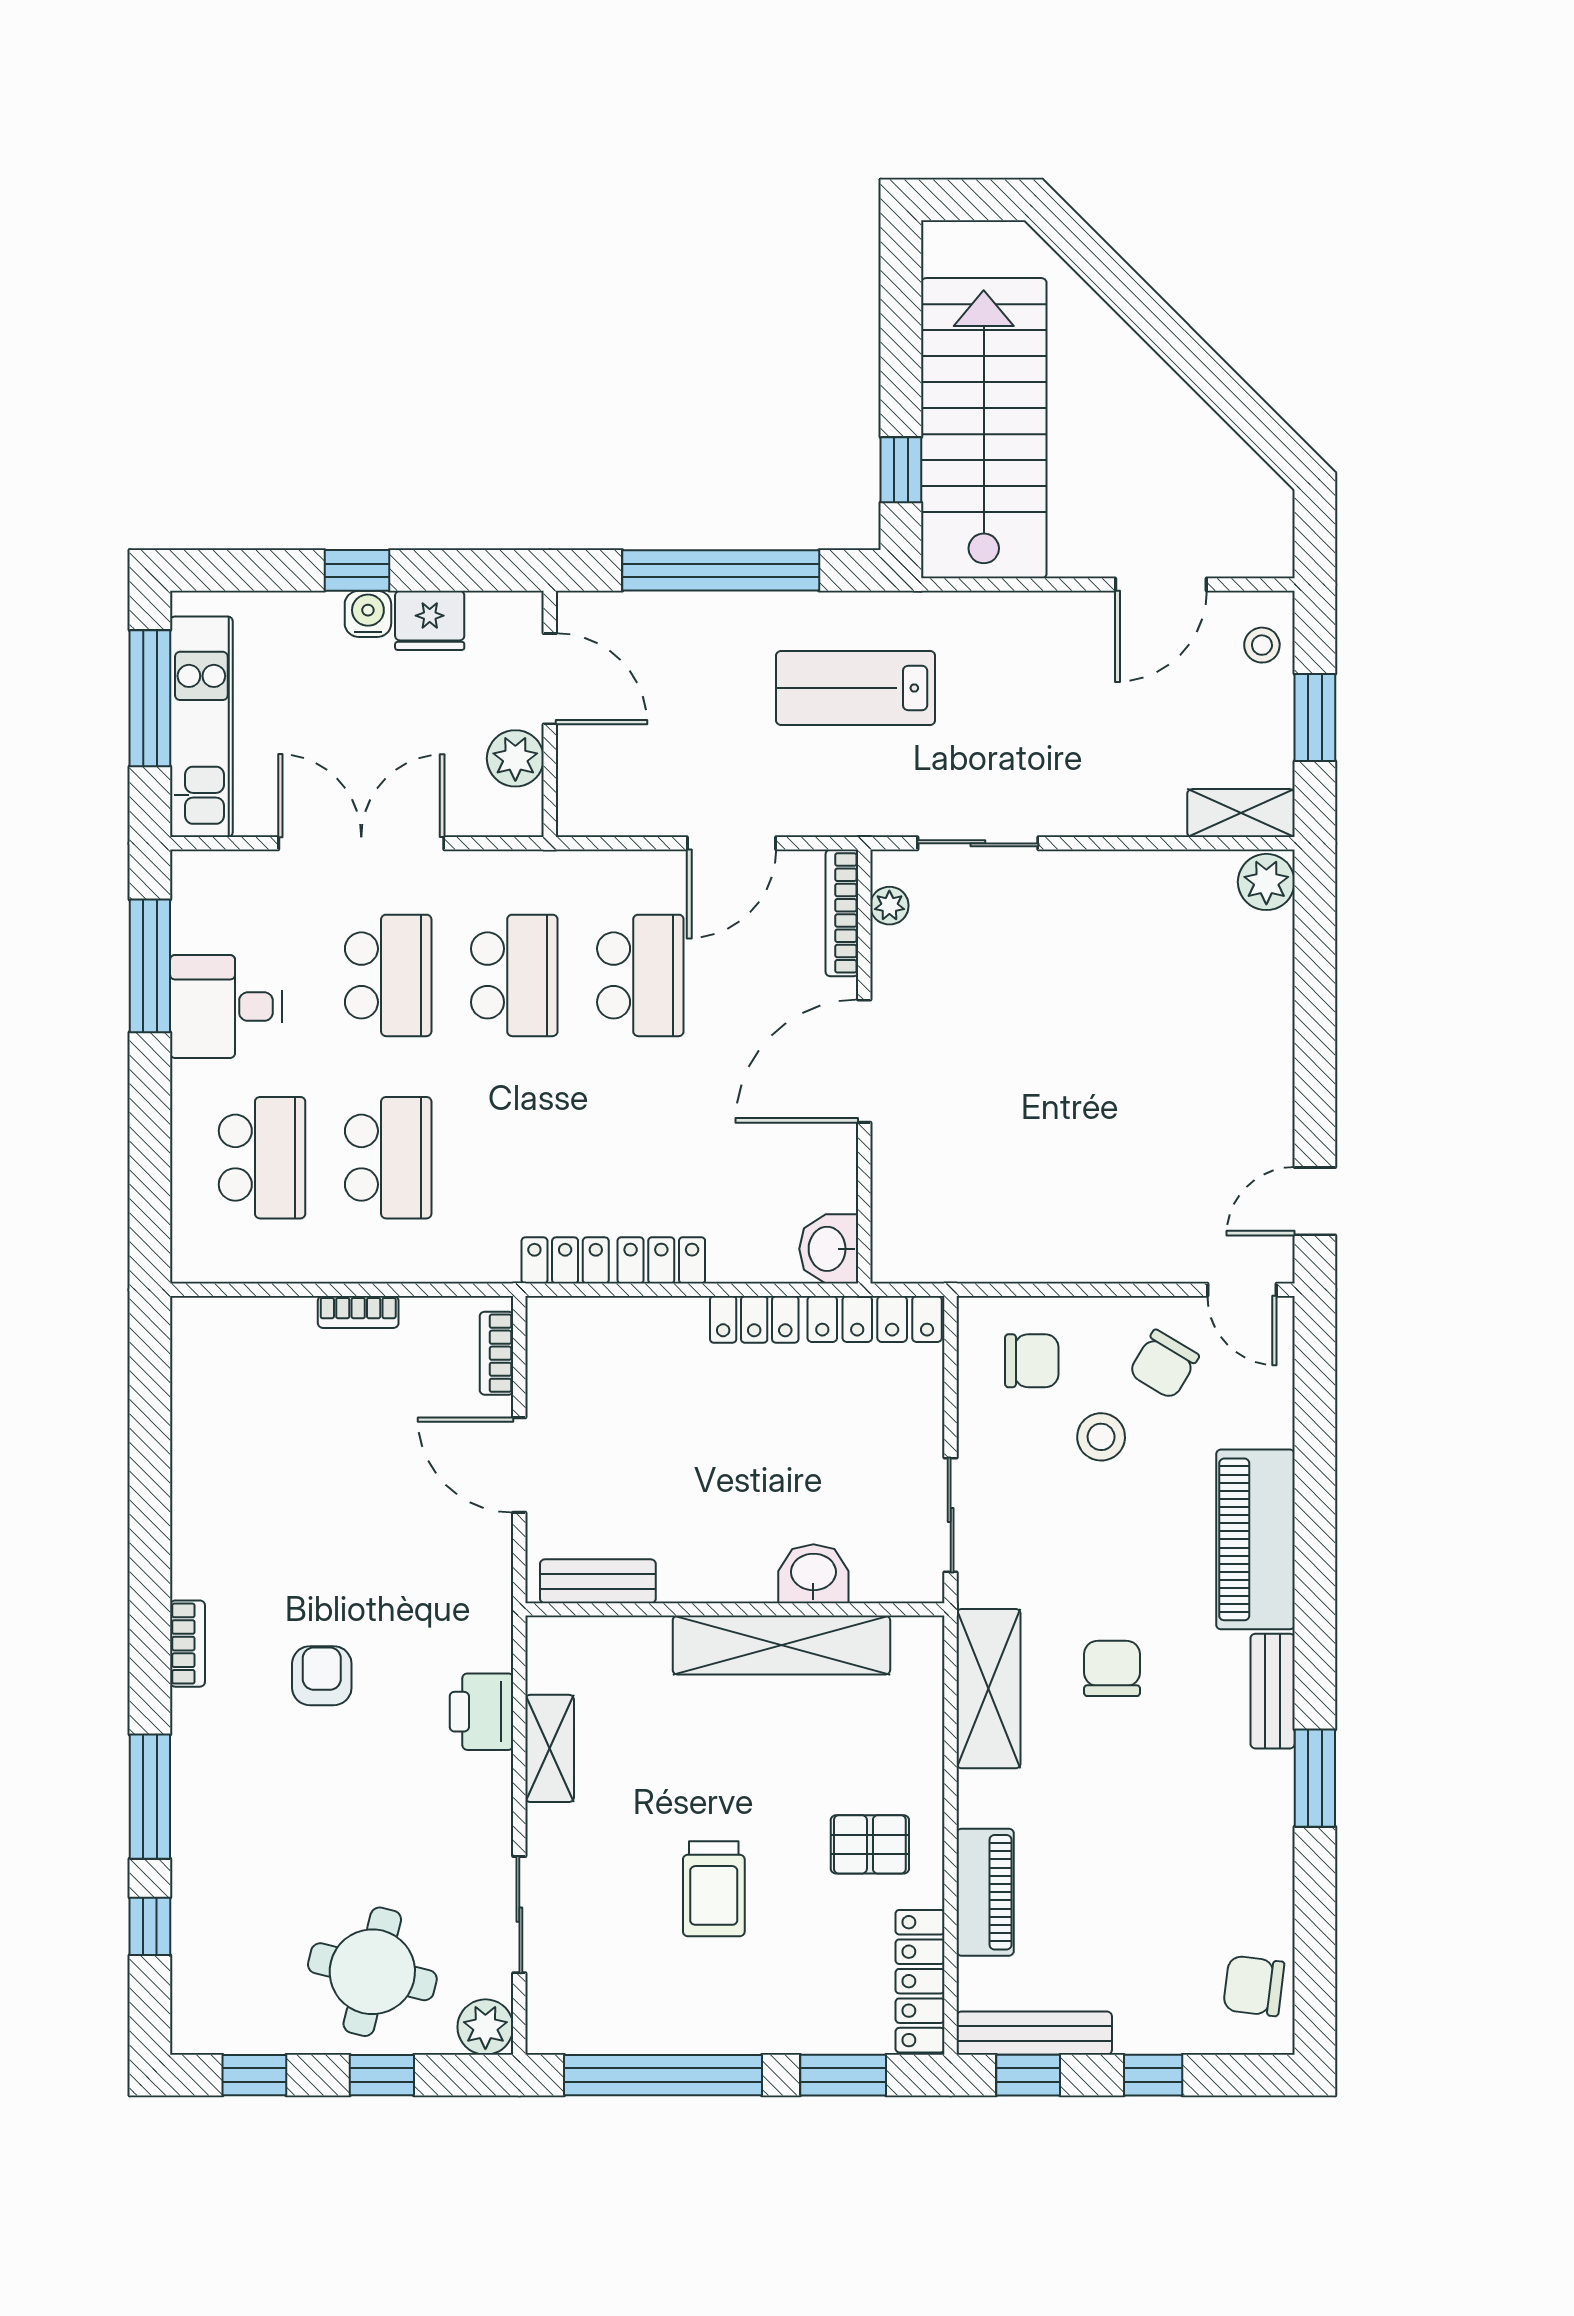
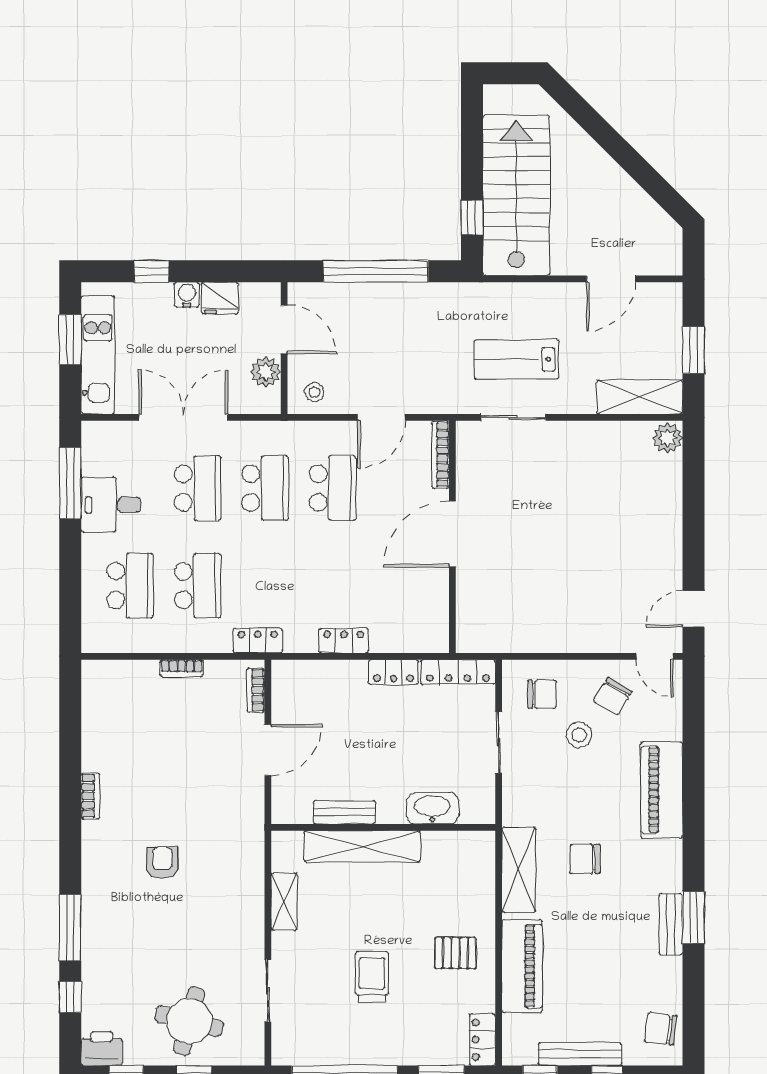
window: (357, 570) -> (151, 271), moved
stool: (1262, 645) -> (314, 392), moved
lab bench: (856, 688) -> (517, 359), moved
window: (150, 698) -> (70, 340), width x0.69
shelving: (1241, 813) -> (640, 397), width x1.50, depth x1.33
plant: (889, 906) -> (466, 451), removed
washbasin: (829, 1249) -> (433, 634), removed
locker: (565, 1260) -> (258, 641), moved
door: (519, 1465) -> (268, 750), swing flipped
sliding door: (951, 1515) -> (499, 742), moved
washbasin: (813, 1574) -> (432, 808), width x1.38
bench: (598, 1581) -> (344, 812), moved
bookcase: (188, 1644) -> (90, 796), moved
shelving: (781, 1645) -> (362, 846), moved
chair: (1112, 1668) -> (585, 859), turned -90
bench: (1273, 1691) -> (671, 924), moved
printer: (482, 1712) -> (102, 1049), moved, turned 90
trolley: (714, 1889) -> (372, 977), turned 180
piano: (985, 1892) -> (522, 966), width x1.37, depth x1.33
locker: (920, 1981) -> (482, 1040), width x0.66
plant: (485, 2027) -> (250, 1051), removed
bench: (1034, 2033) -> (580, 1054), moved

